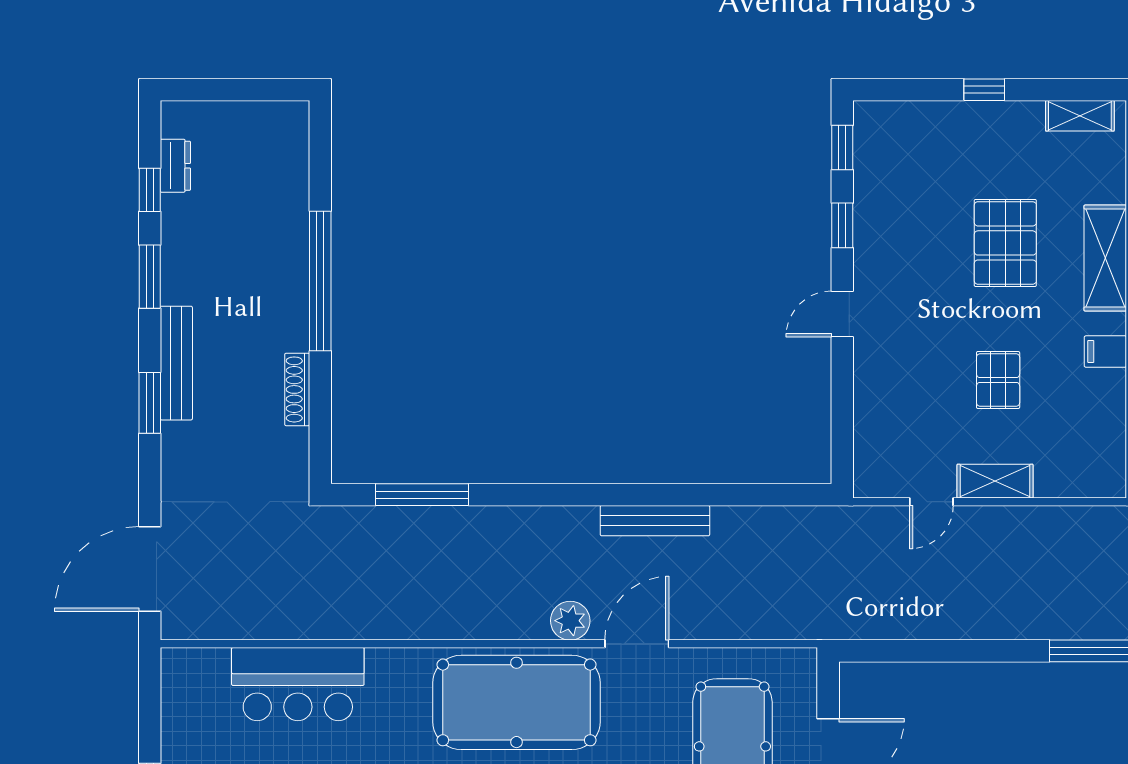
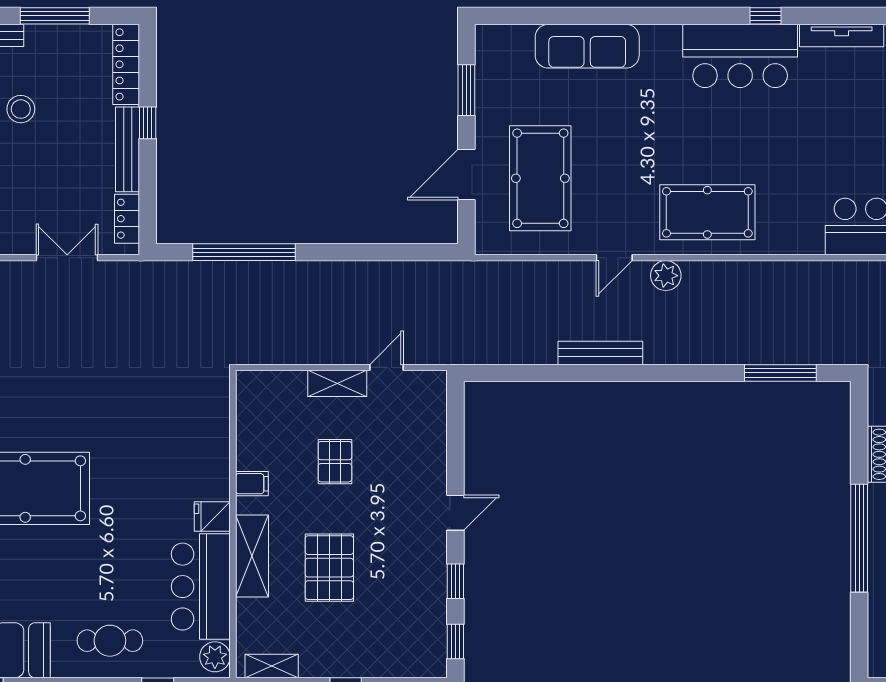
door: (637, 644) -> (614, 258), width x0.73
pool table: (517, 702) -> (707, 212), width x0.73, depth x0.76

